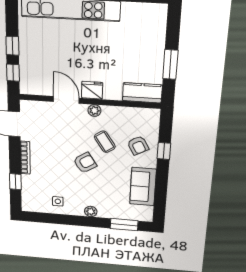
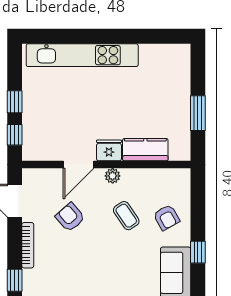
kitchen counter: (142, 93) -> (145, 150), moved
door: (66, 100) -> (78, 165), swing flipped
window: (164, 151) -> (198, 252), moved
armchair: (85, 163) -> (70, 217), moved, turned -98

